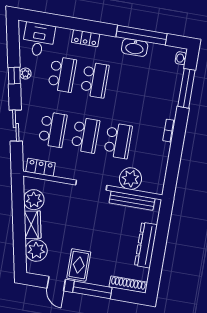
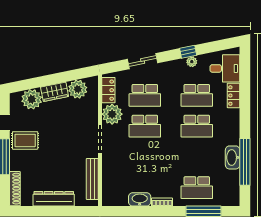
locker: (86, 38) -> (234, 96), moved
washbasin: (181, 58) -> (140, 199), moved, width x1.91, depth x1.45
school desk: (118, 141) -> (197, 188), moved
plant: (130, 179) -> (112, 114), moved

